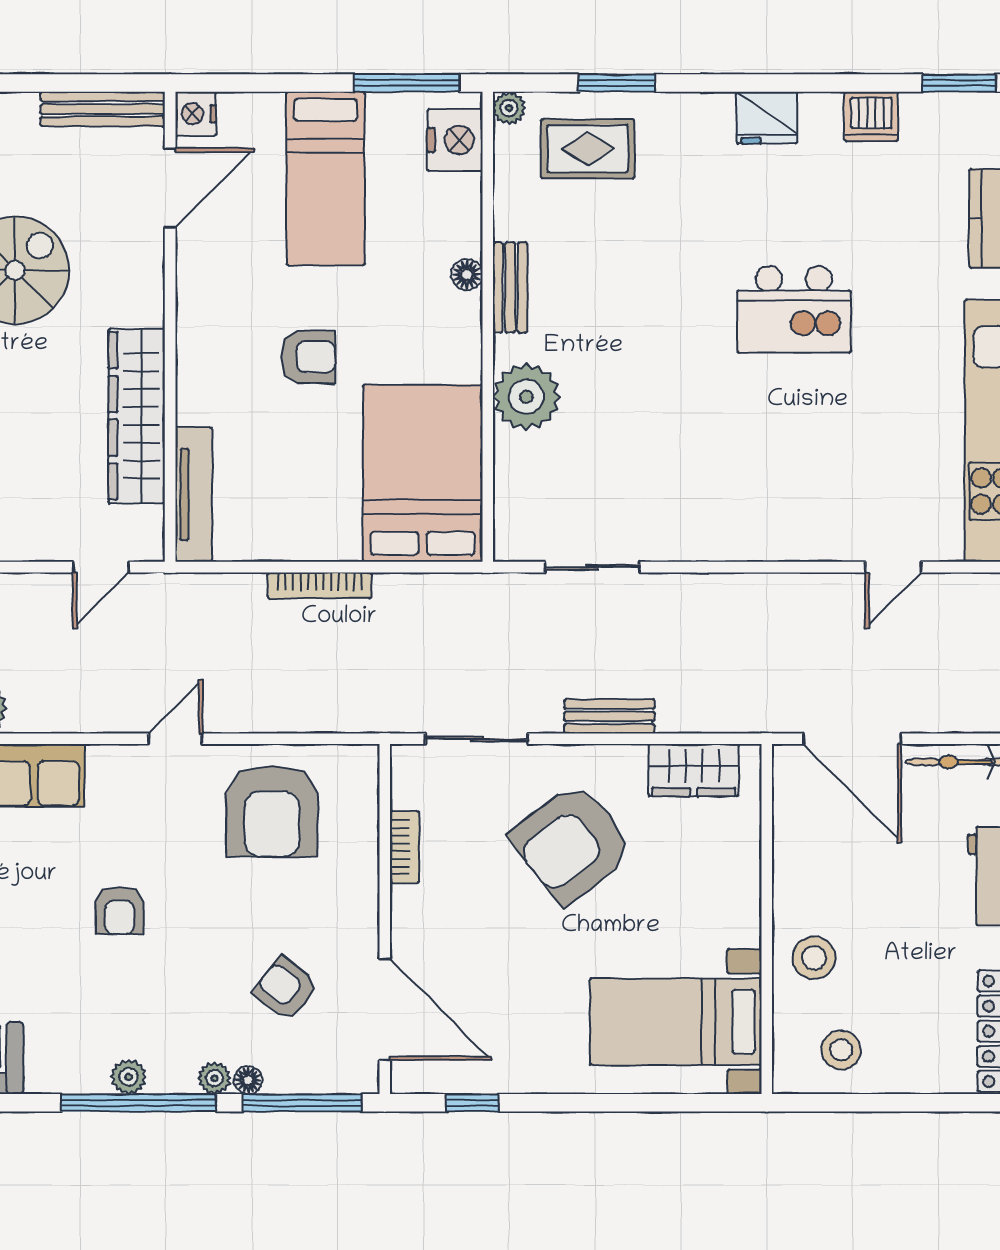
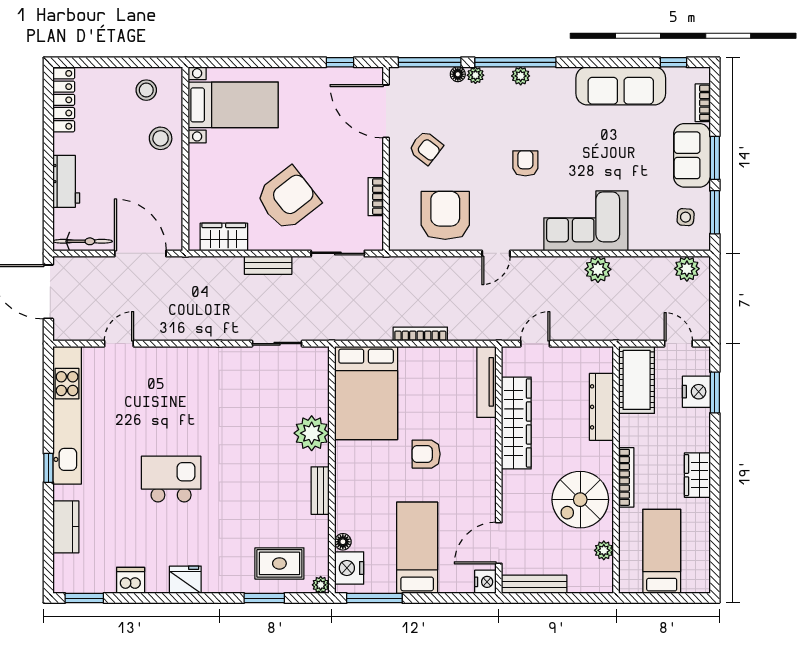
floor lamp: (467, 275) -> (343, 542), moved
armchair: (286, 989) -> (426, 148), moved

